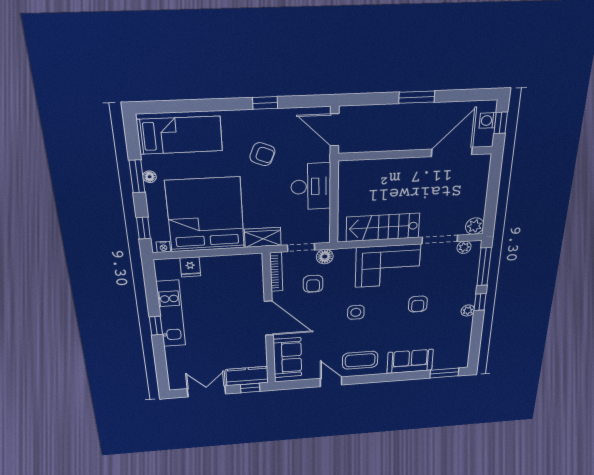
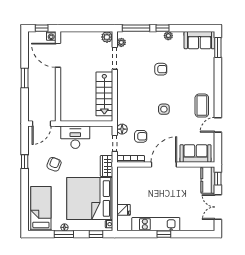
washing machine: (488, 120) -> (51, 36), moved
corner sofa: (388, 266) -> (131, 90), removed
sofa: (410, 361) -> (199, 40), moved, turned -90

